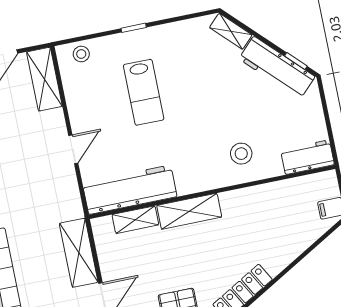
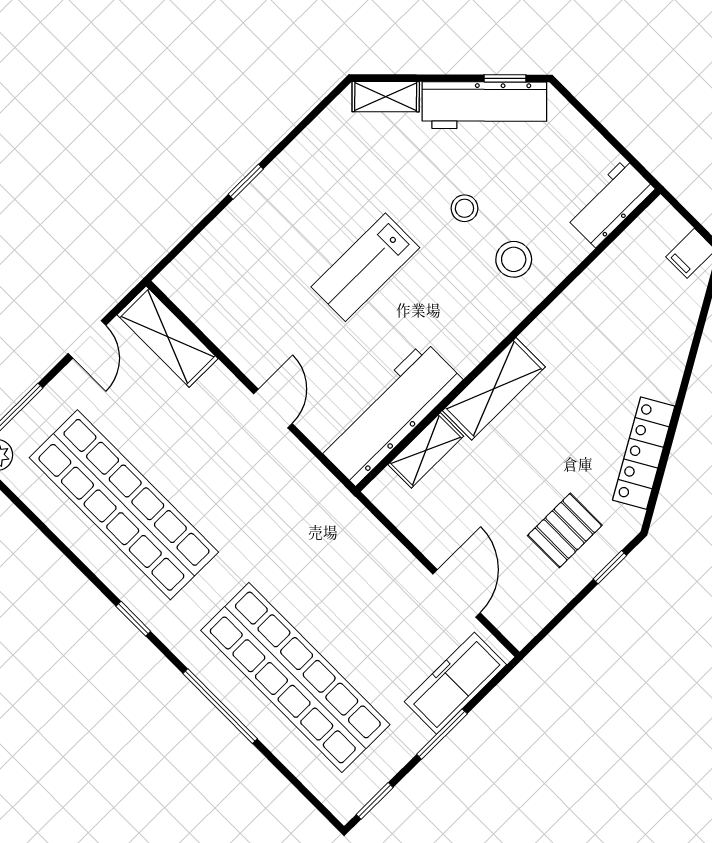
stool: (81, 54) -> (464, 208), moved
lab bench: (144, 92) -> (365, 267), moved, turned 90
shelving: (79, 253) -> (376, 549), removed

